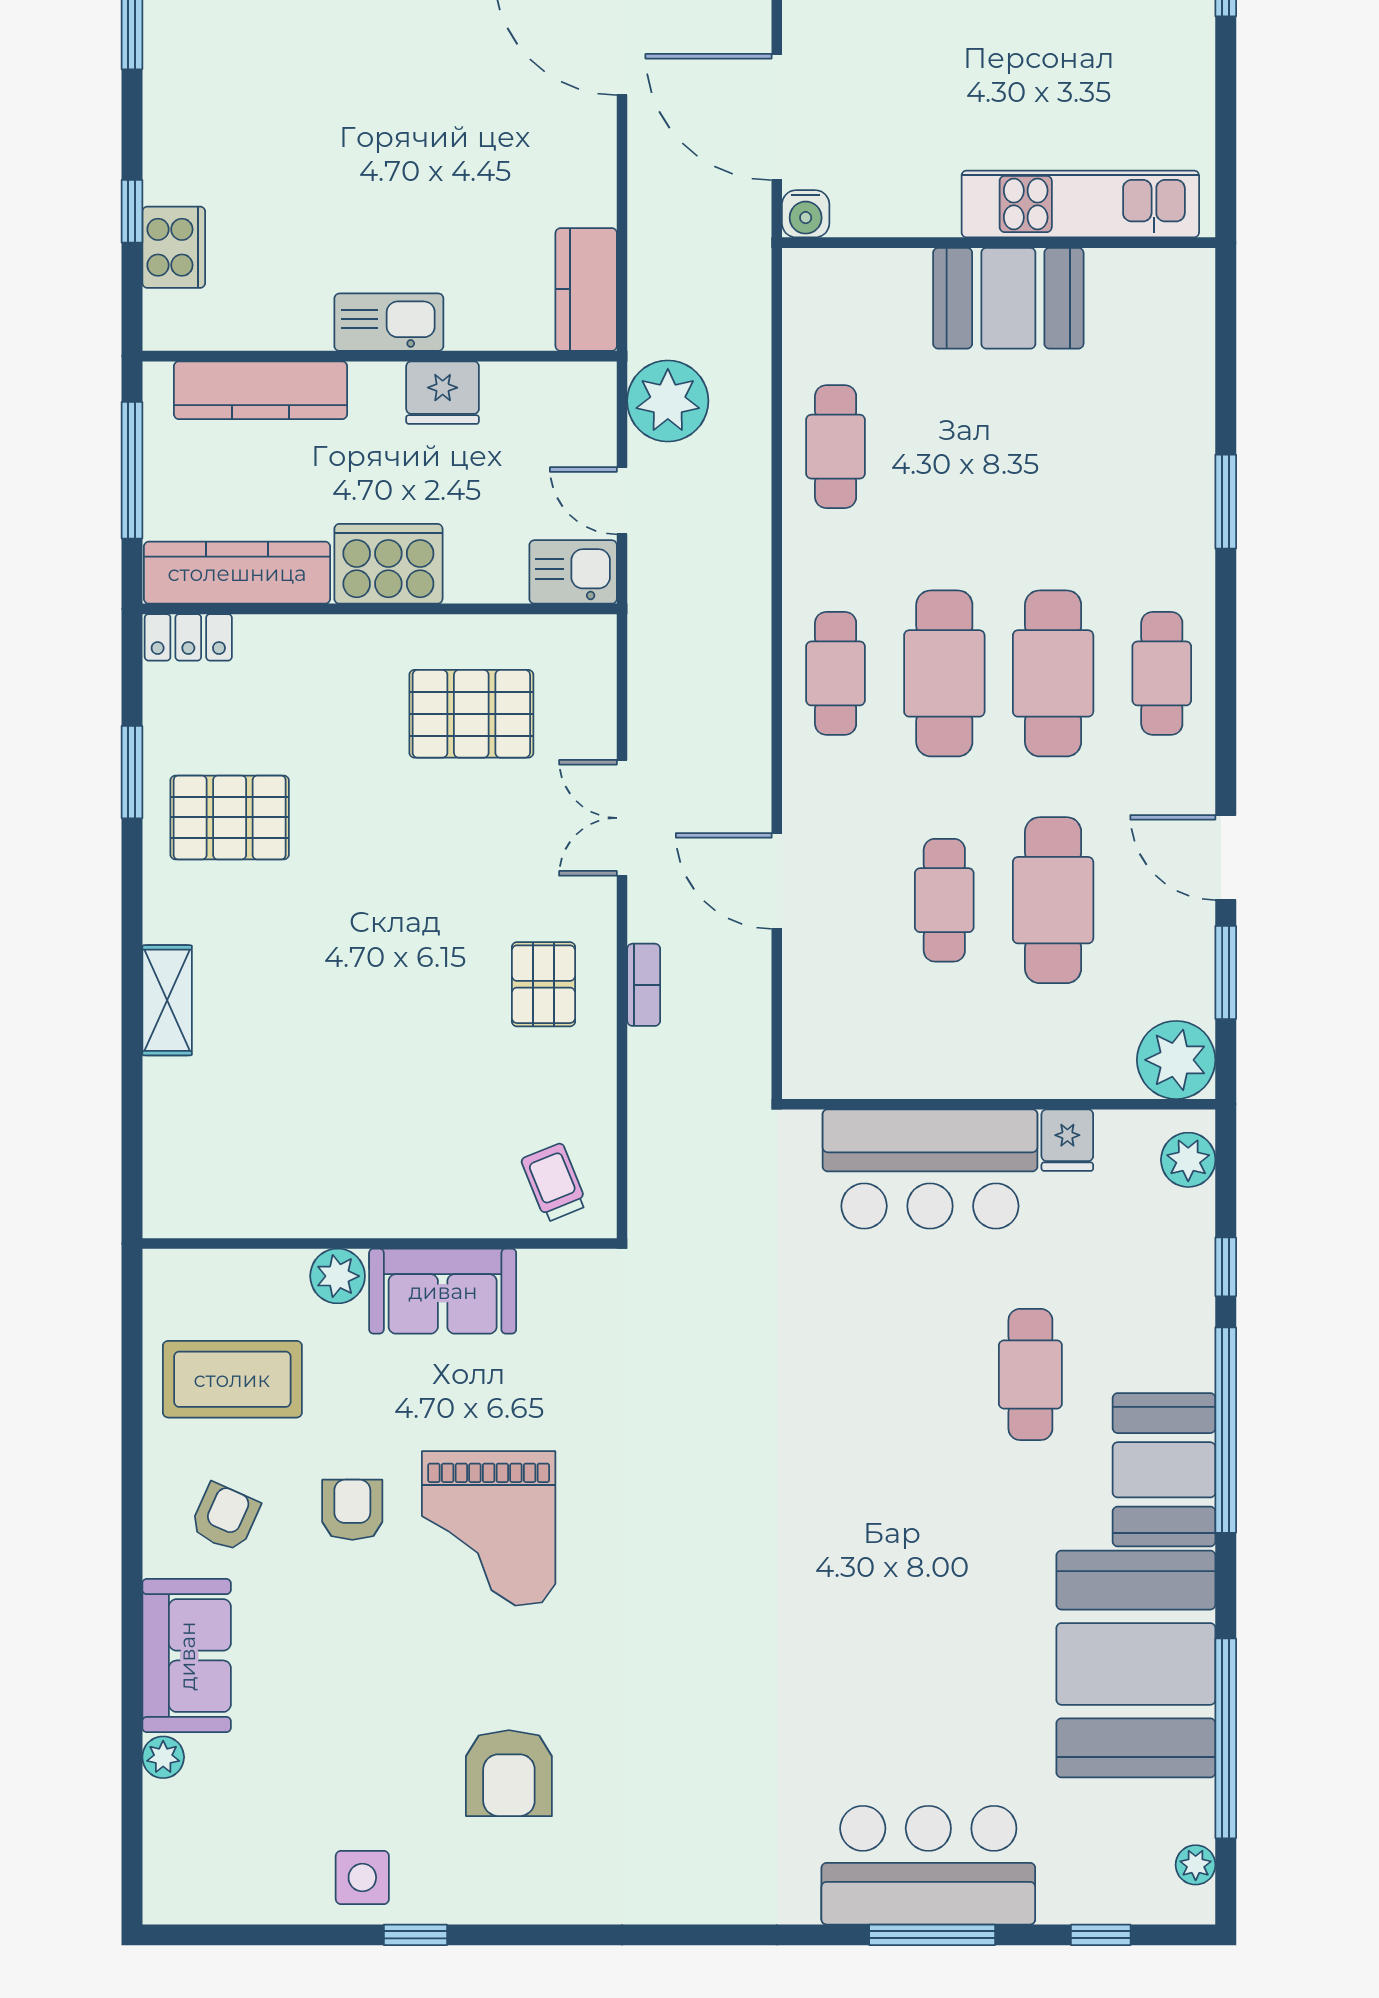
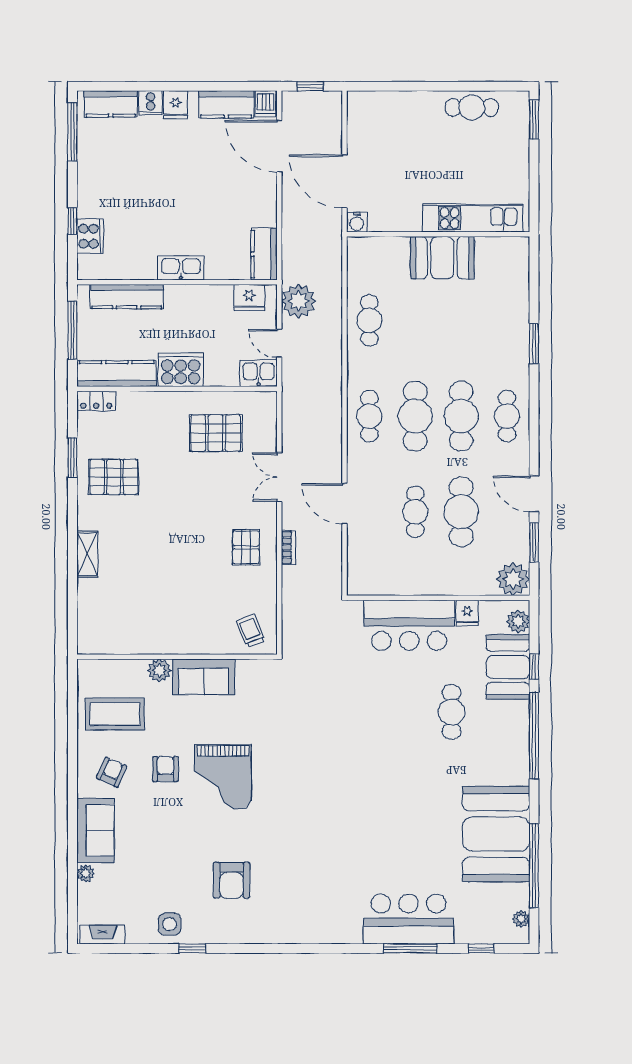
fridge: (443, 393) -> (249, 298), moved
booth: (1164, 1470) -> (508, 667), moved
fireplace: (203, 1902) -> (103, 935), added

